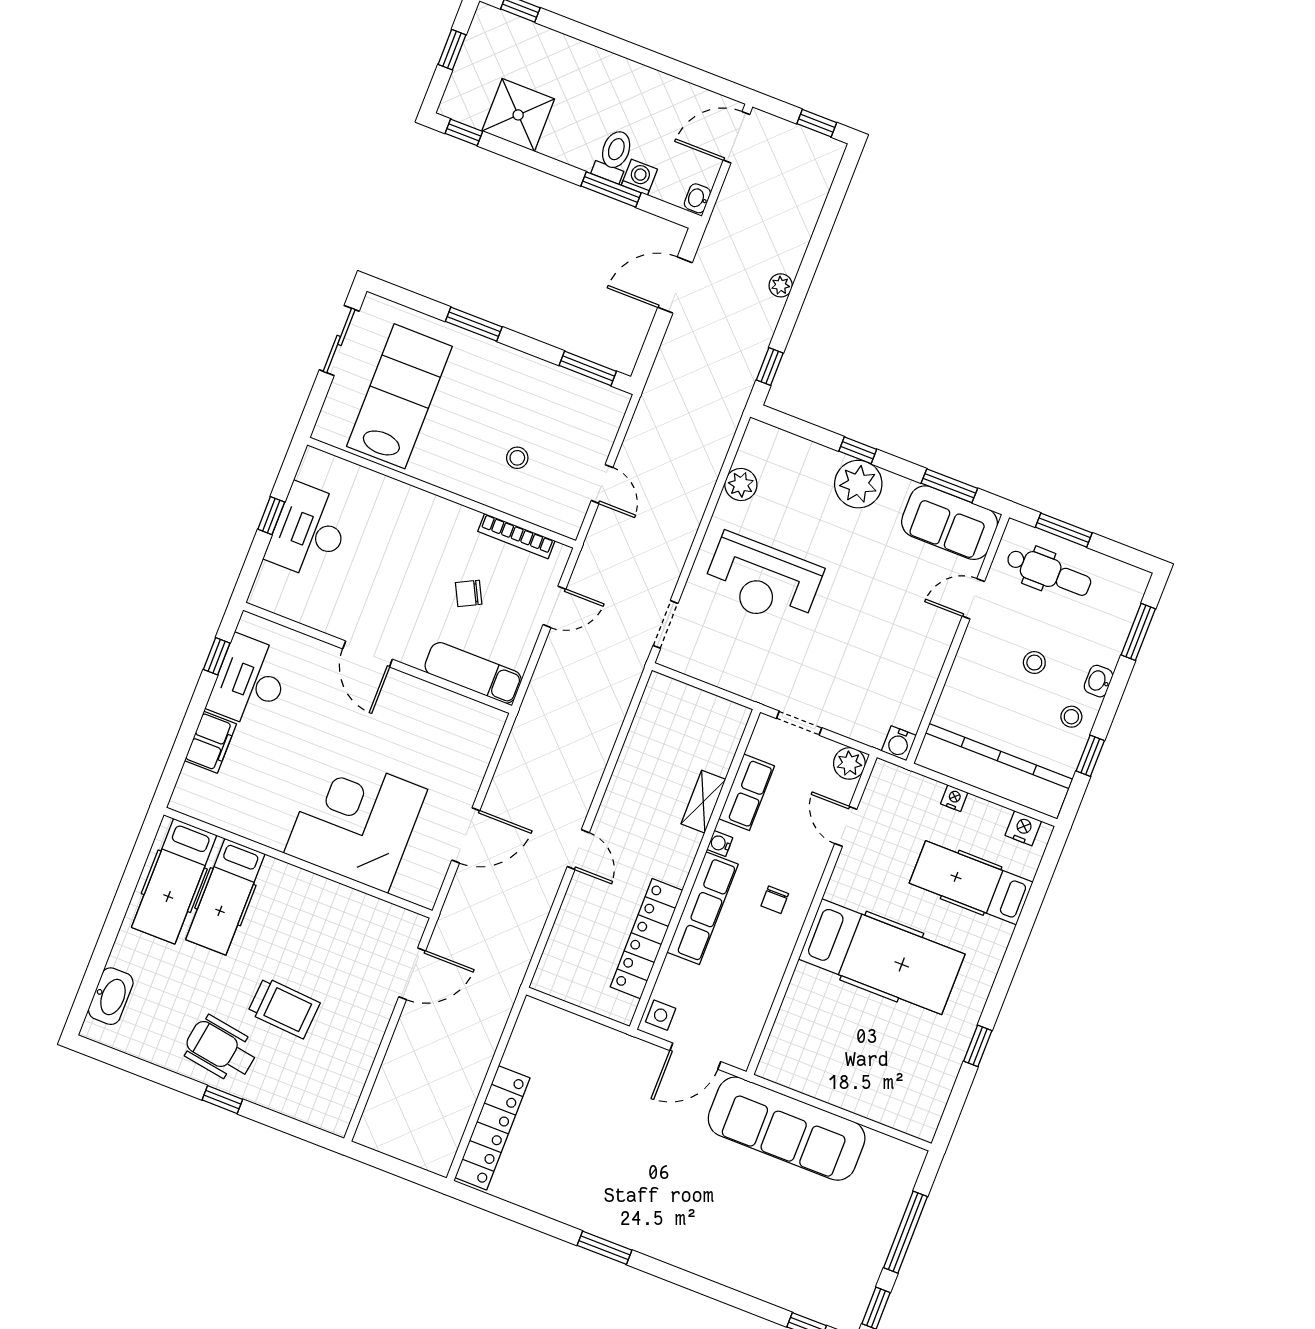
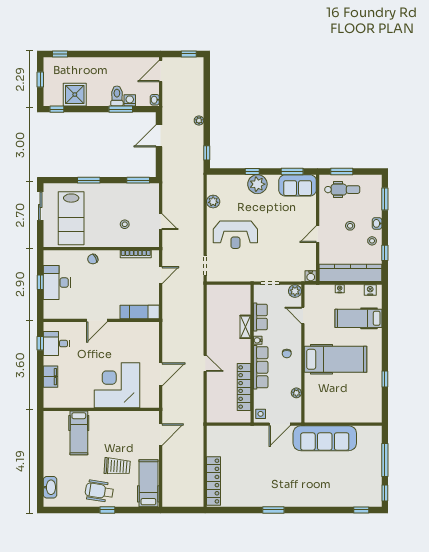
lab bench: (399, 396) -> (71, 218), turned 180
chair: (469, 593) -> (93, 259), moved
door: (973, 599) -> (318, 234), moved
door: (368, 654) -> (97, 320), hinge flipped
desk: (250, 682) -> (56, 344), width x0.73
hospital bed: (174, 881) -> (148, 483), moved, turned 180
plant: (762, 999) -> (296, 393), added

